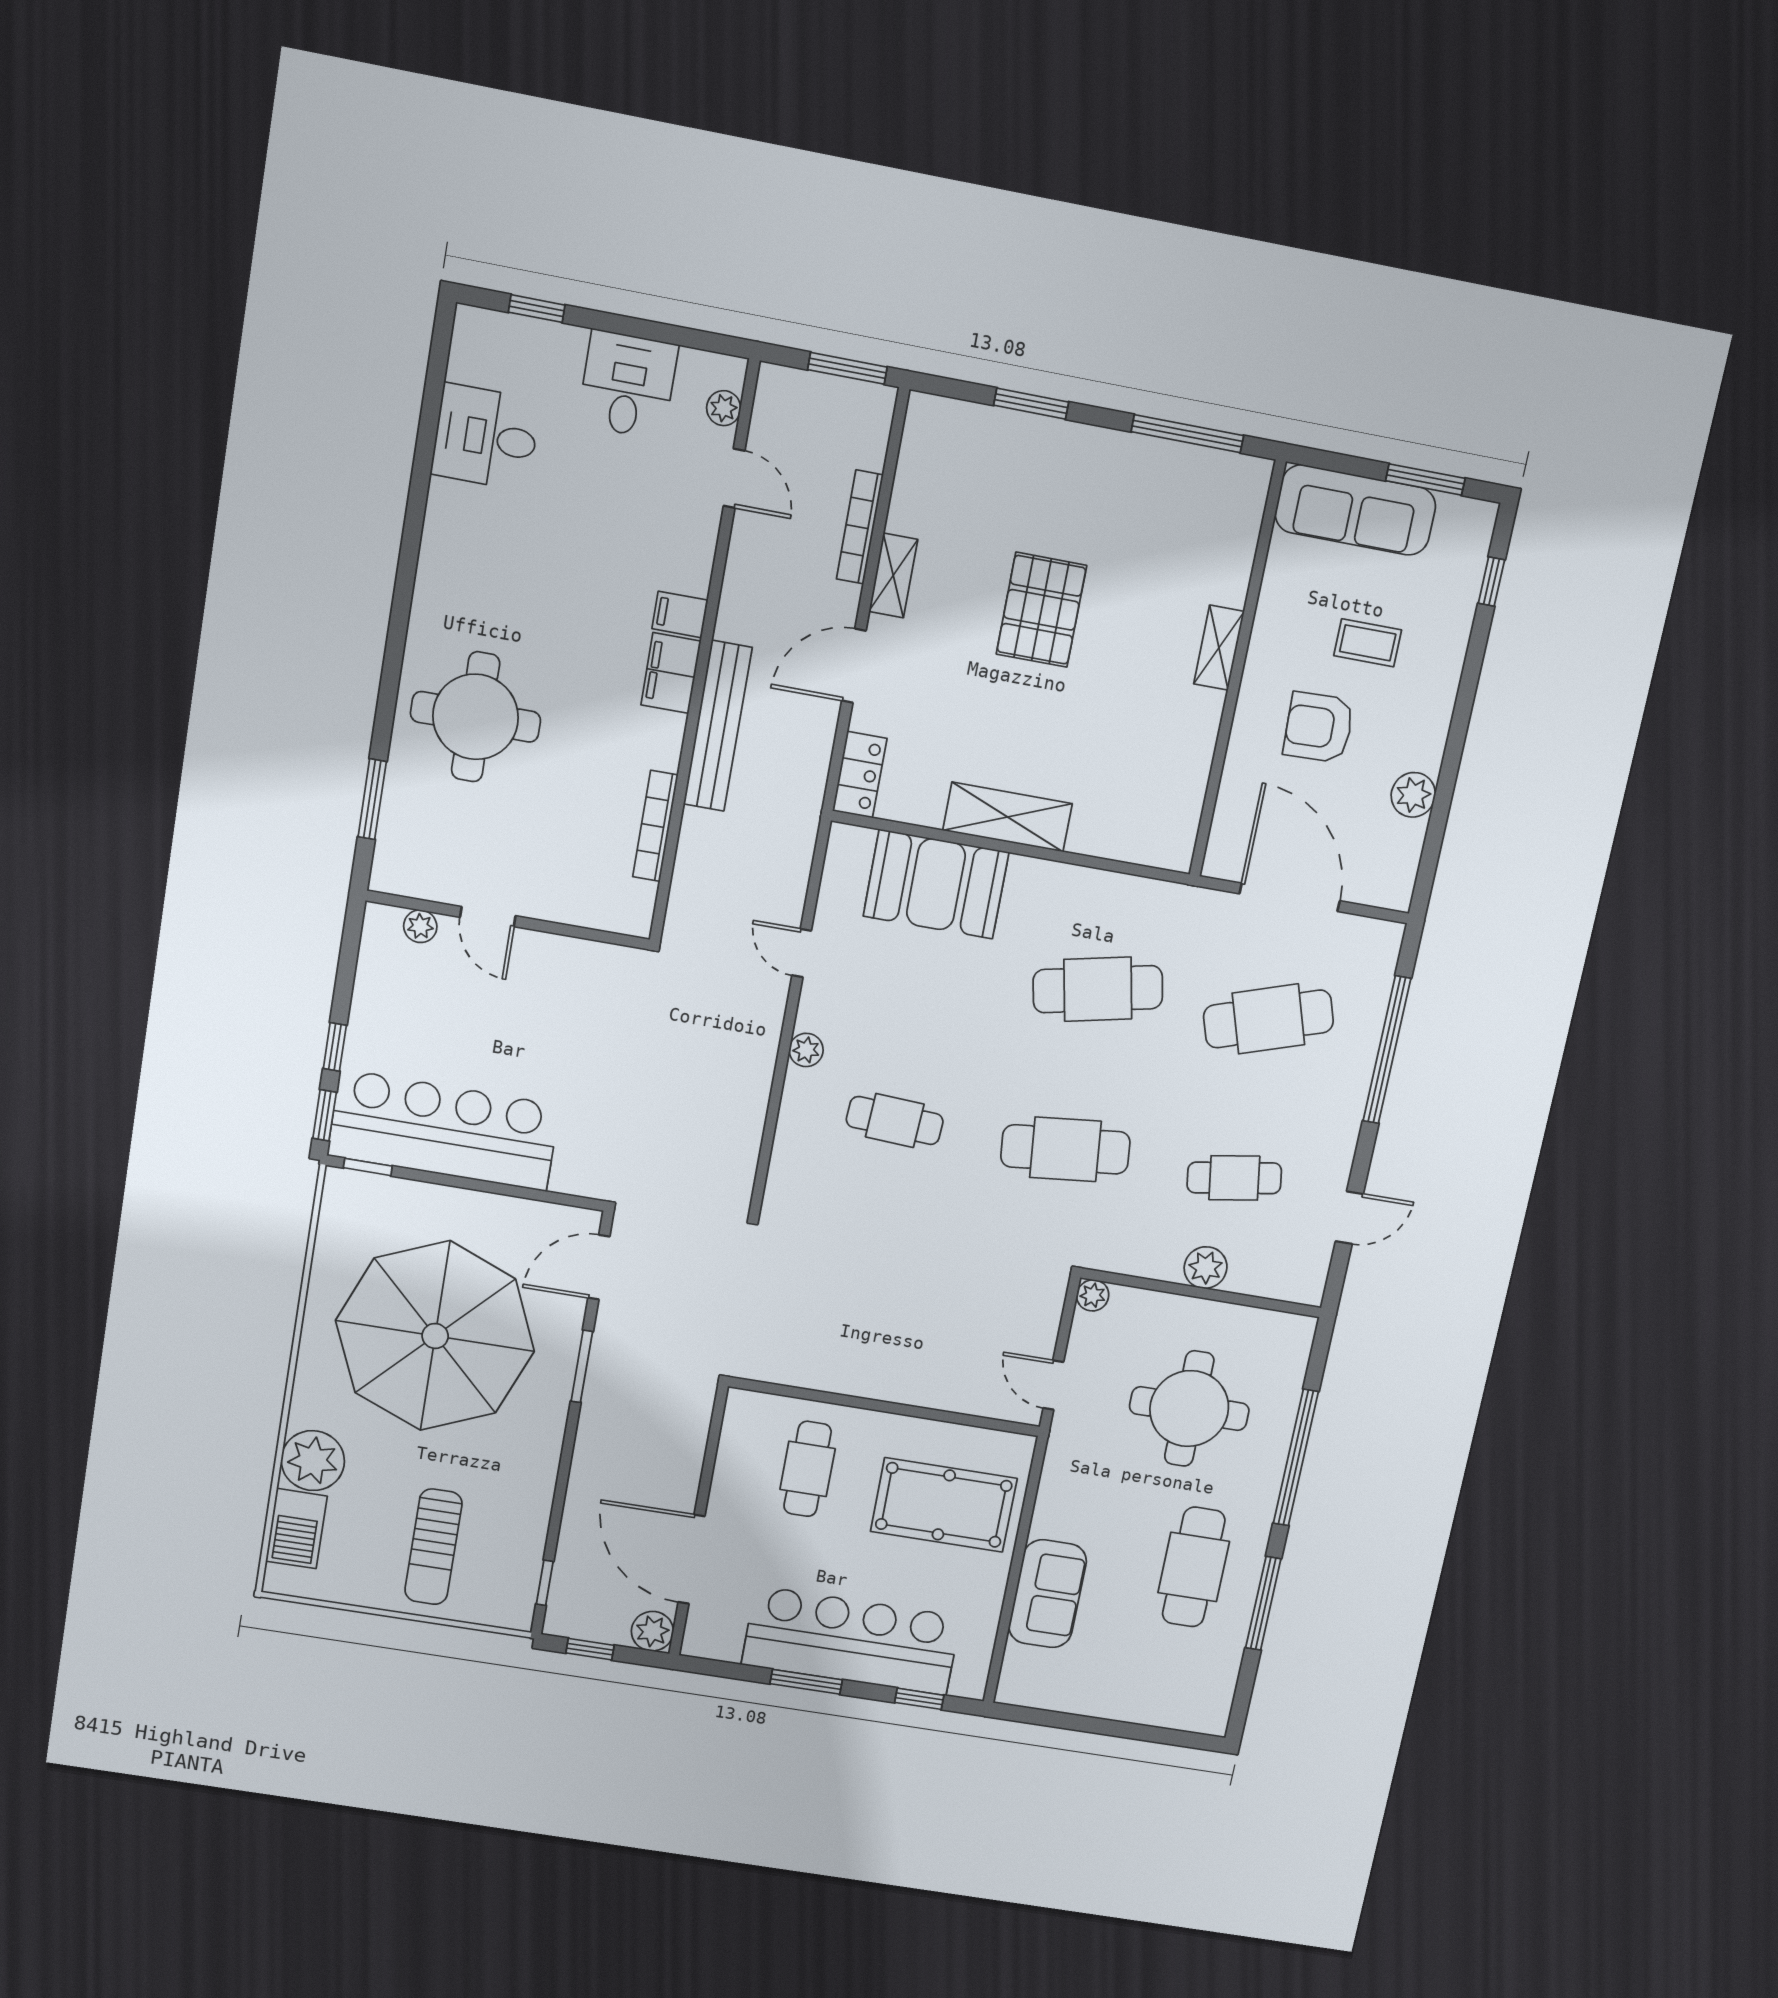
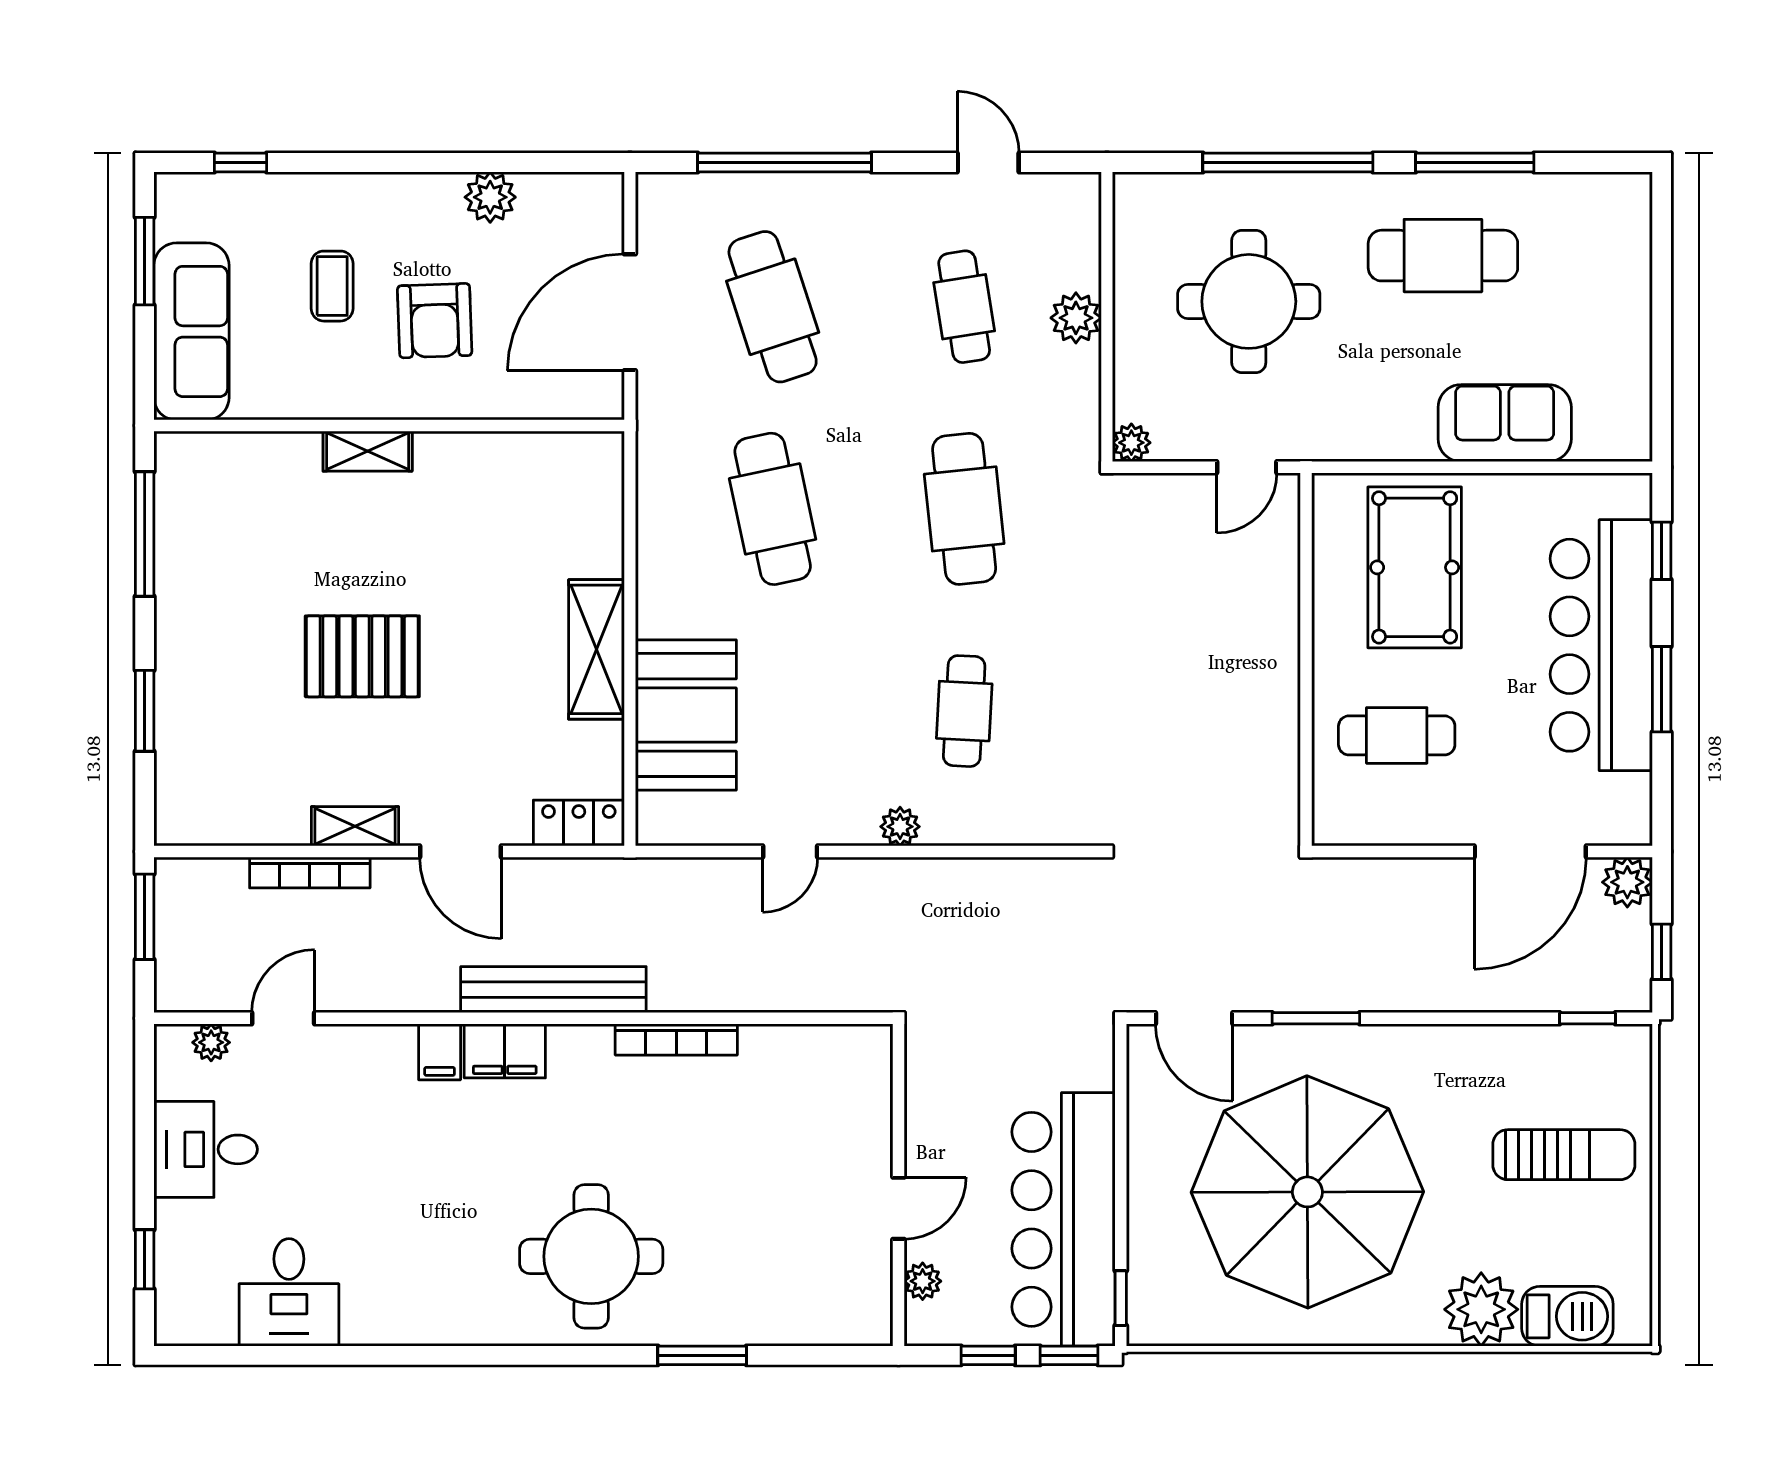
door: (488, 917) -> (898, 1208), moved
wall: (508, 920) -> (898, 1185), moved
plant: (420, 926) -> (923, 1281), moved

